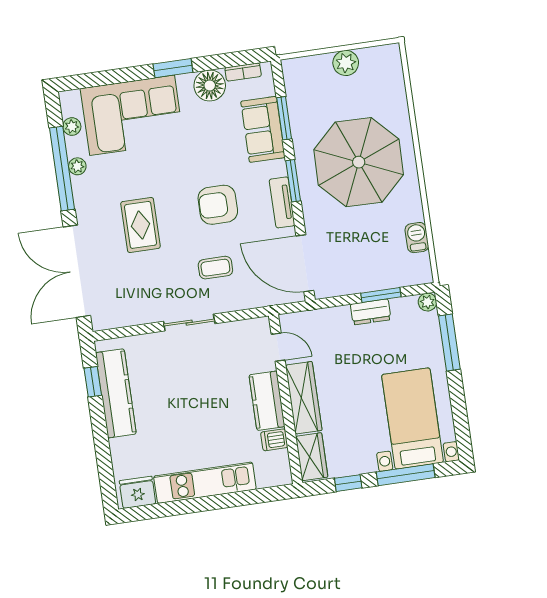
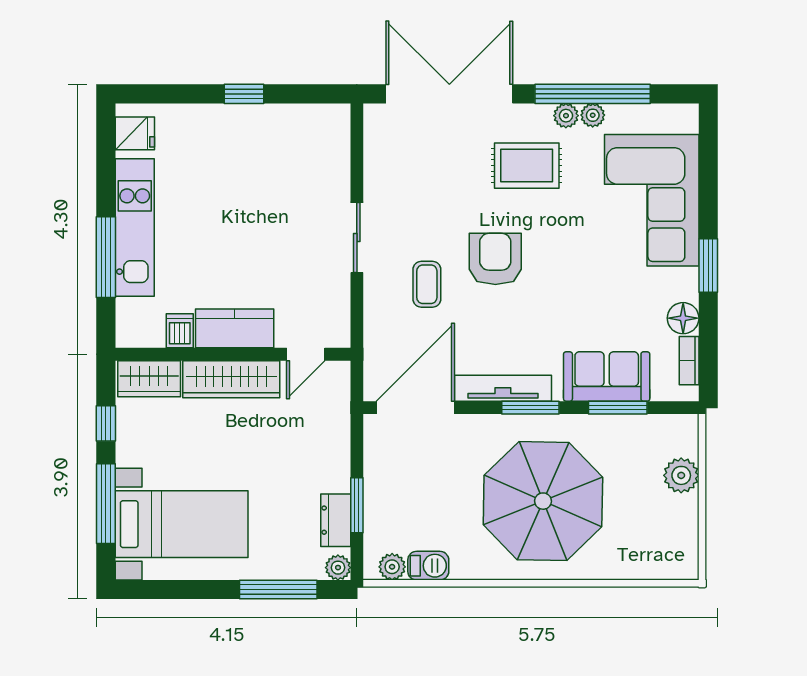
plant: (346, 63) -> (681, 475), moved
floor lamp: (210, 85) -> (683, 318), width x0.73, depth x0.73
plant: (72, 127) -> (566, 116), moved
tv unit: (282, 202) -> (503, 388), width x1.41
armchair: (218, 205) -> (495, 259), moved
rug: (140, 225) -> (527, 166), moved
plant: (421, 263) -> (392, 567), added
dresser: (371, 312) -> (336, 520), moved
window: (93, 382) -> (244, 94), moved
kitchen counter: (116, 393) -> (274, 123), removed
fridge: (138, 492) -> (135, 133), width x0.72
window: (229, 500) -> (106, 257), added

